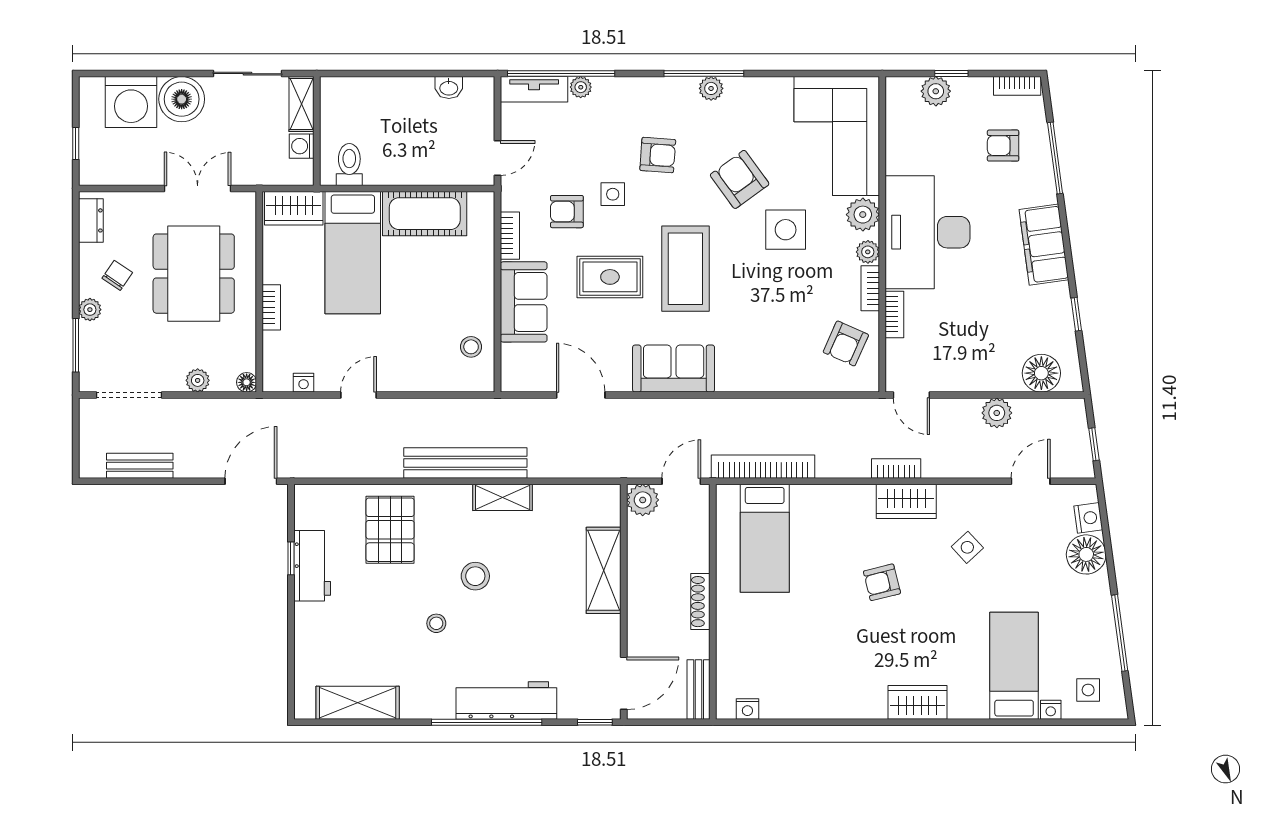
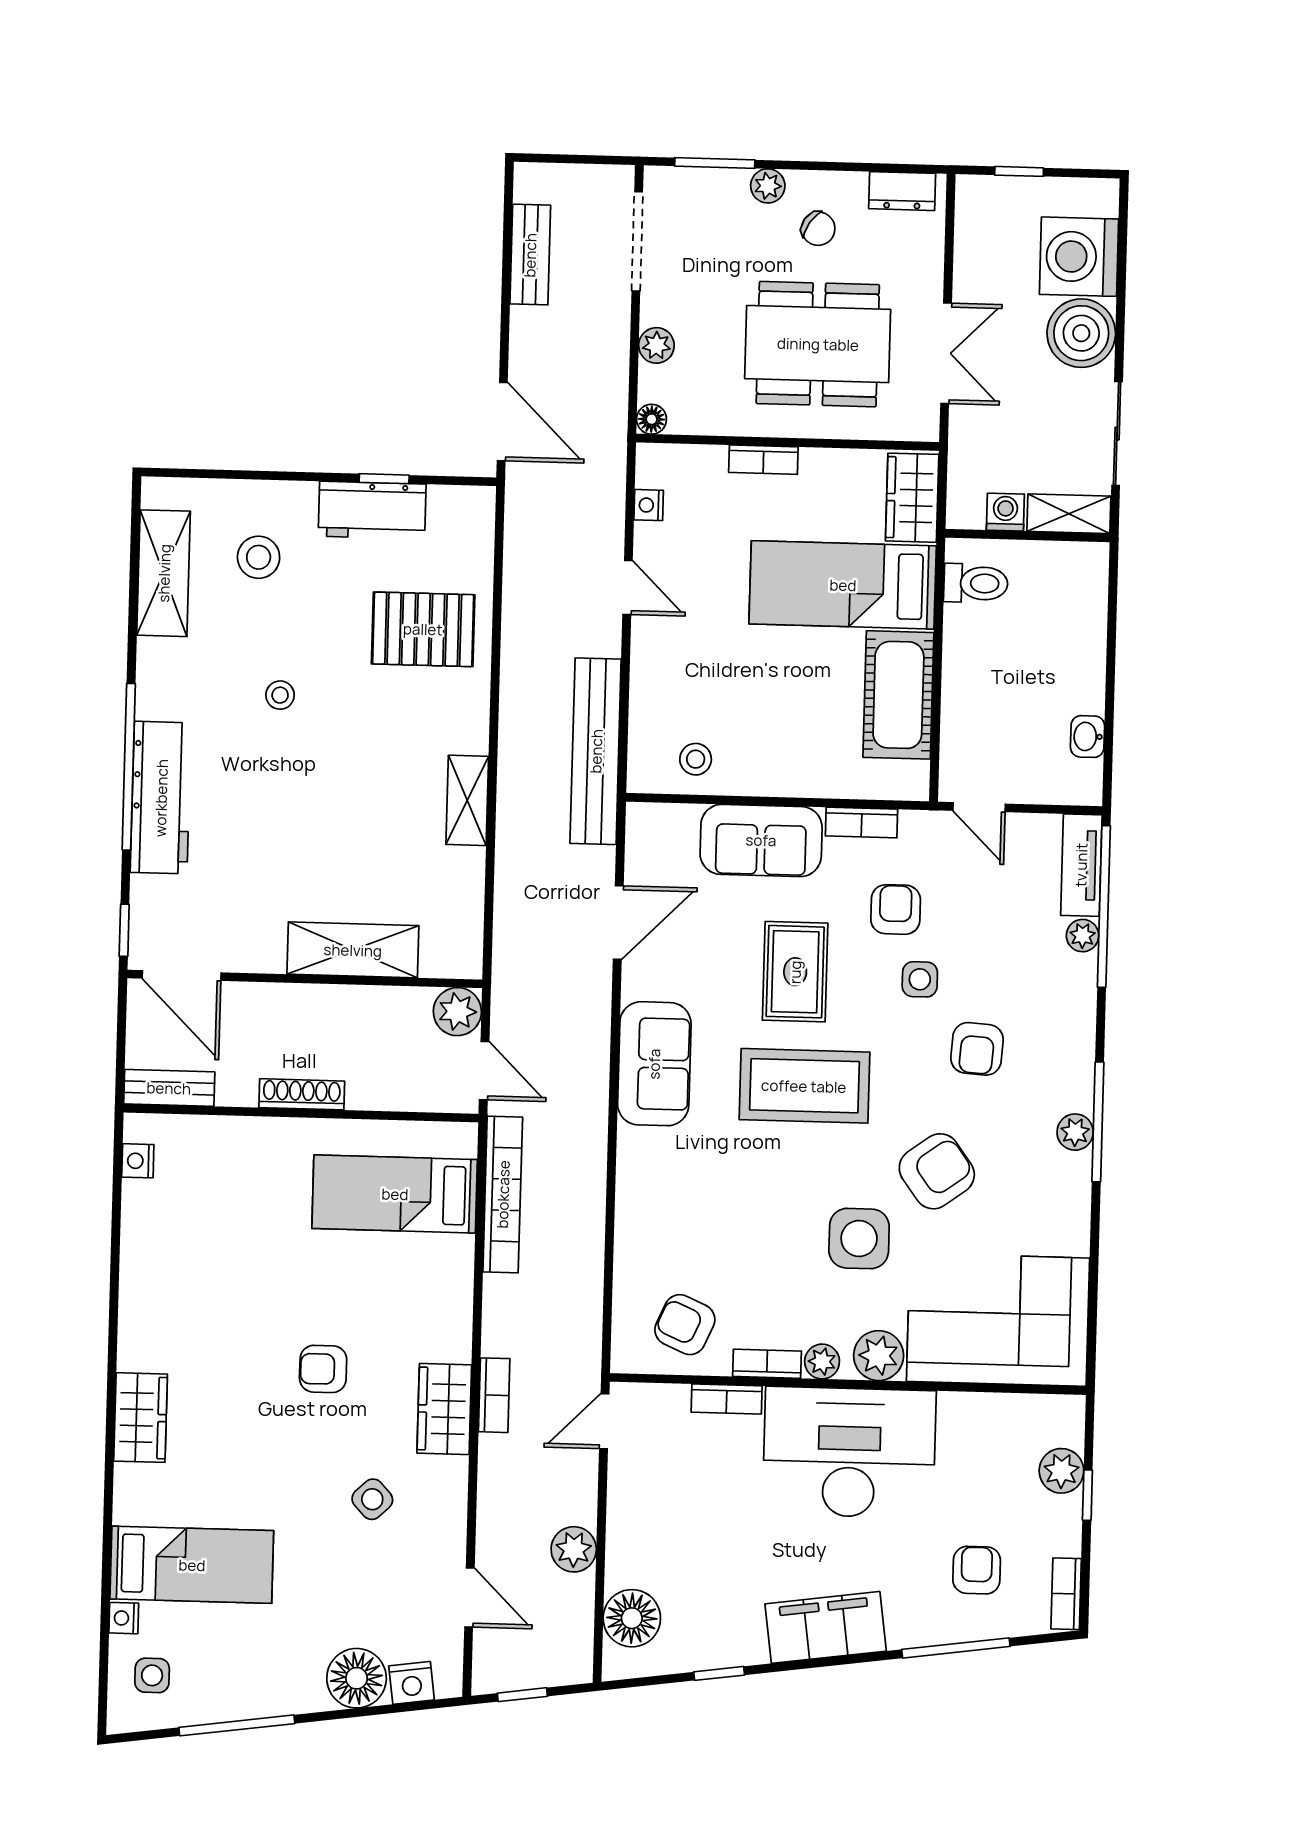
bench: (465, 463) -> (596, 751), moved
stool: (475, 576) -> (259, 557), moved
armchair: (882, 582) -> (323, 1369), turned -76

